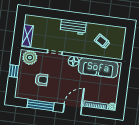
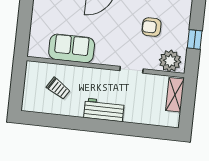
floor lamp: (73, 61) -> (102, 57), removed
sofa: (98, 68) -> (72, 48), width x0.73

